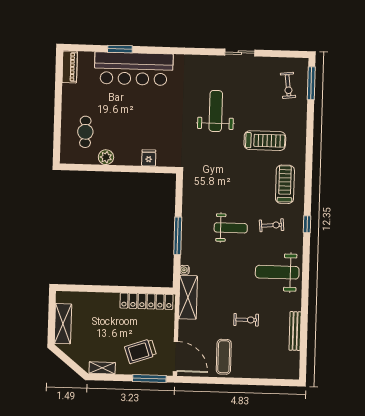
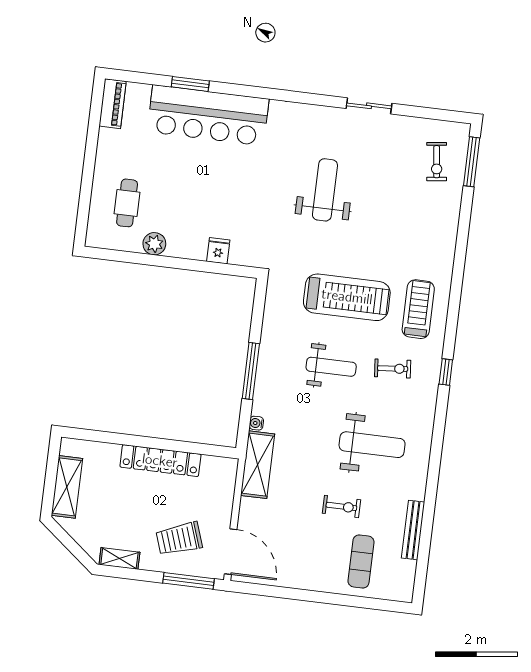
treadmill: (265, 141) -> (347, 297), moved, width x1.37, depth x1.38
weight bench: (277, 272) -> (372, 445), moved, turned 180
locker: (146, 301) -> (160, 461), moved
exercise mat: (224, 357) -> (361, 561), moved

